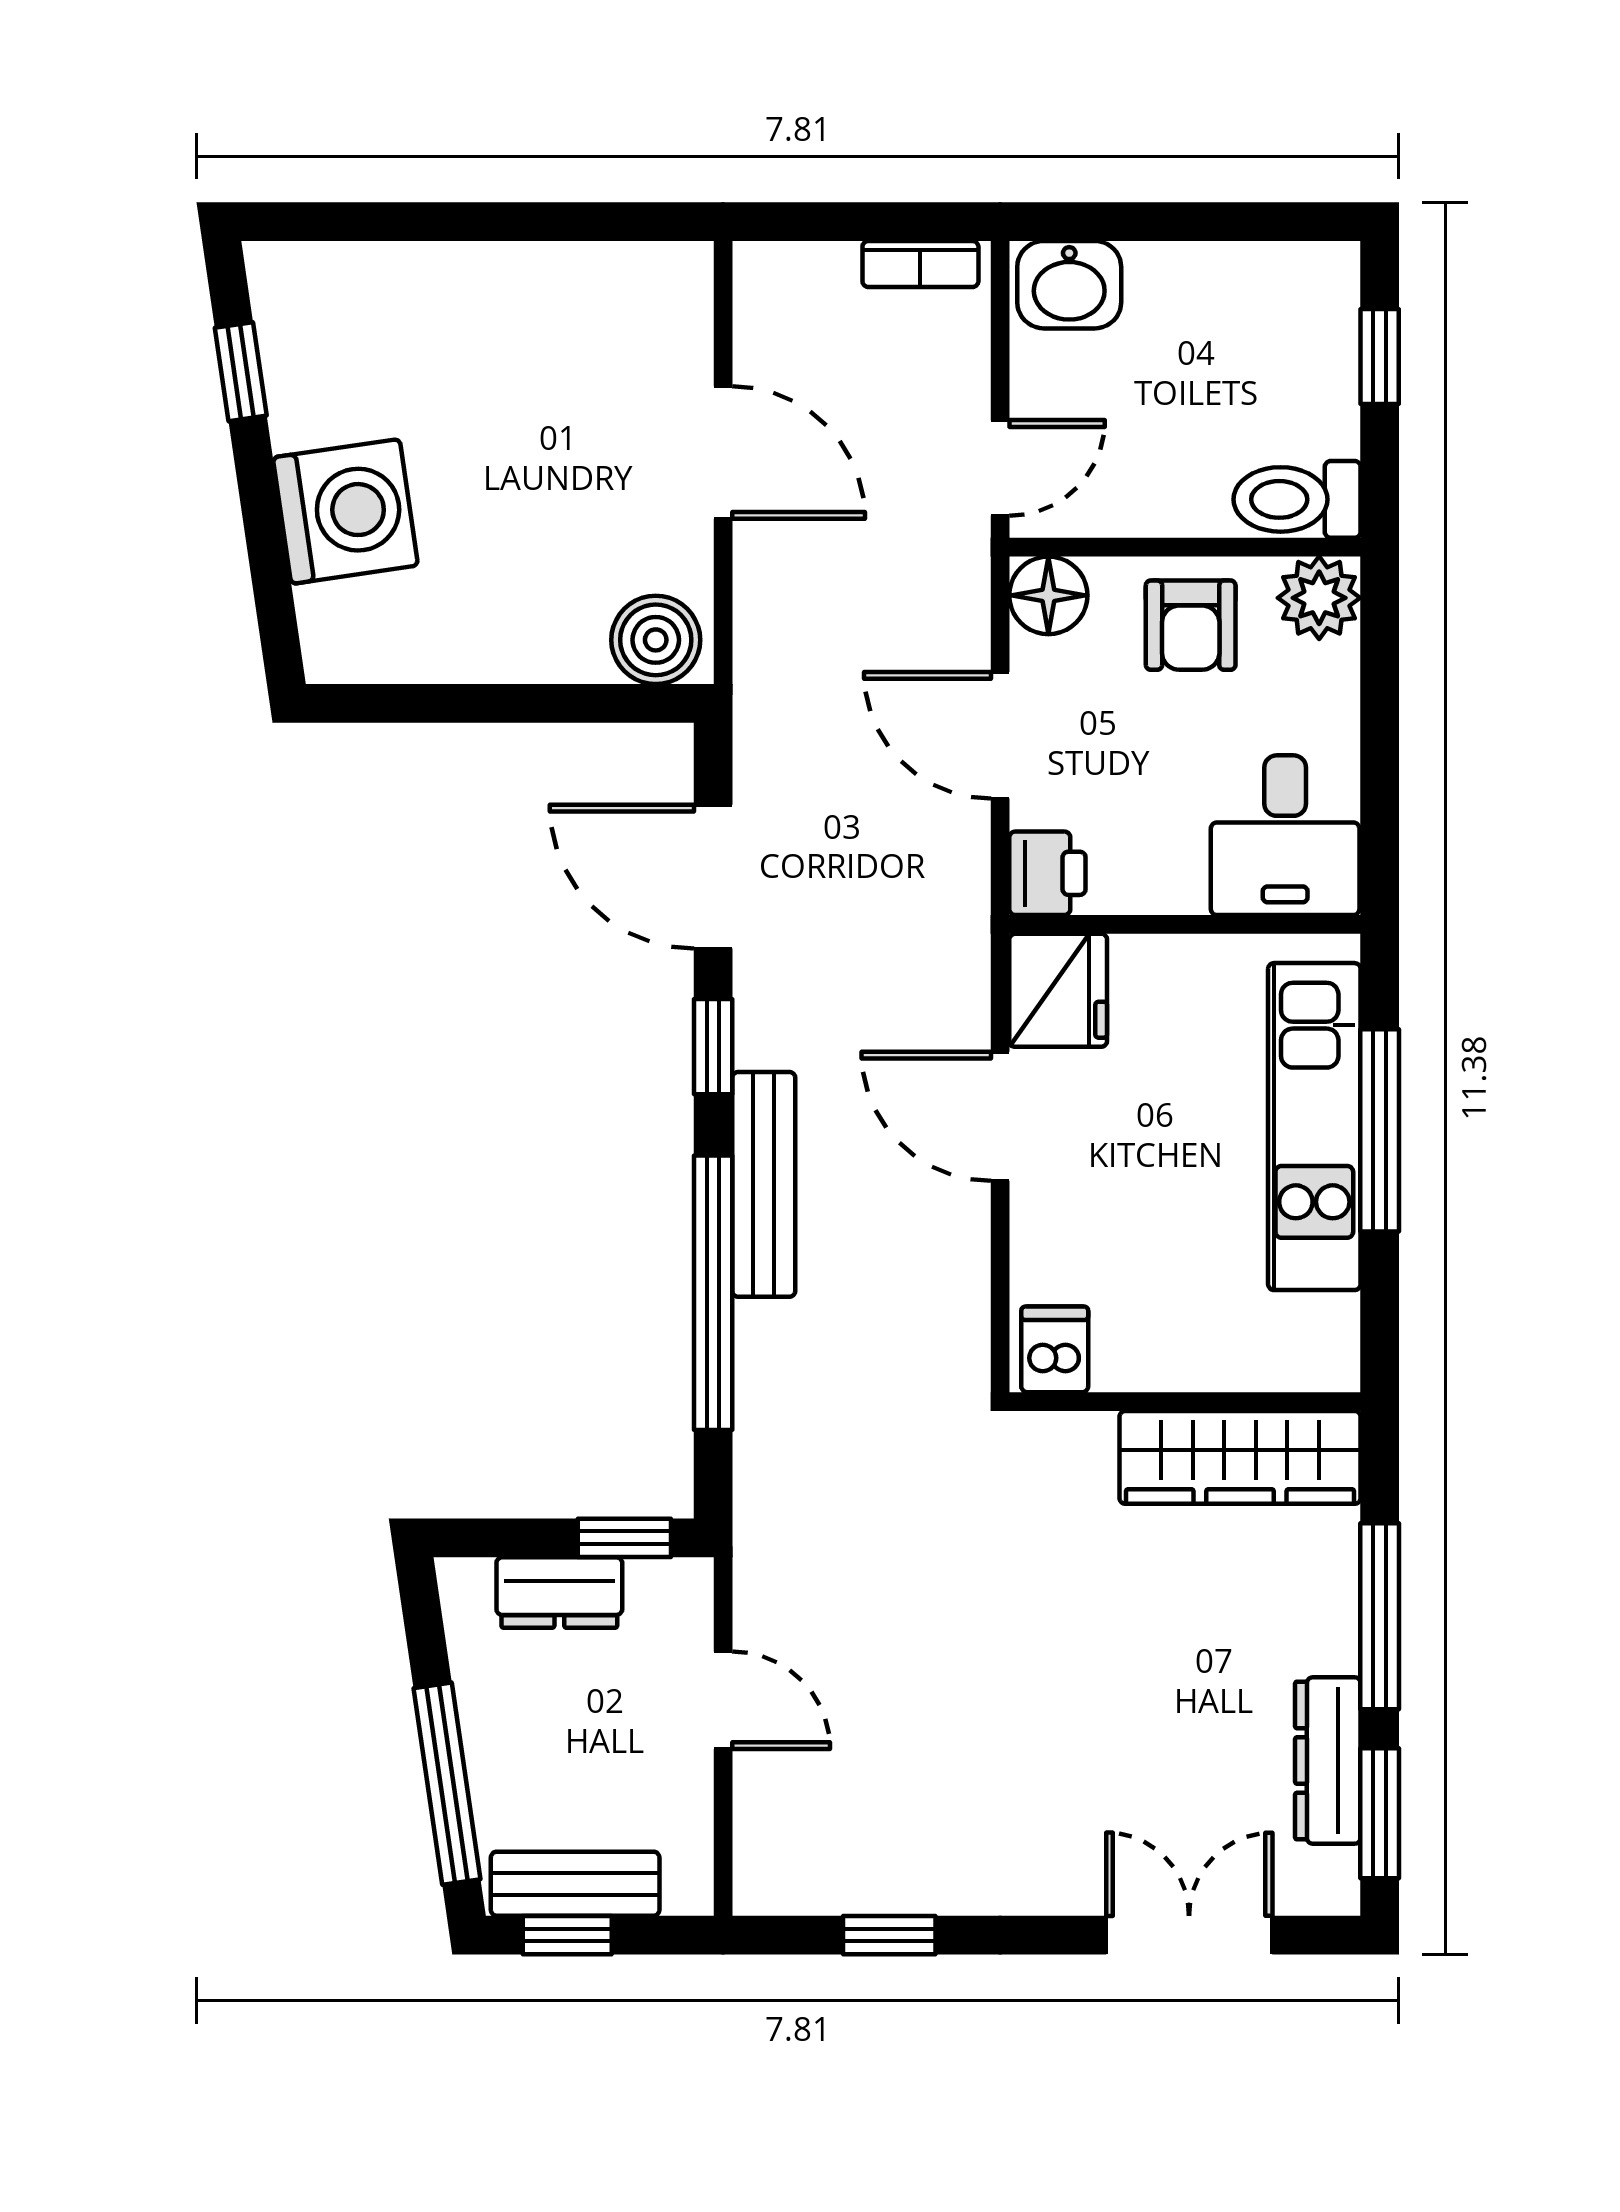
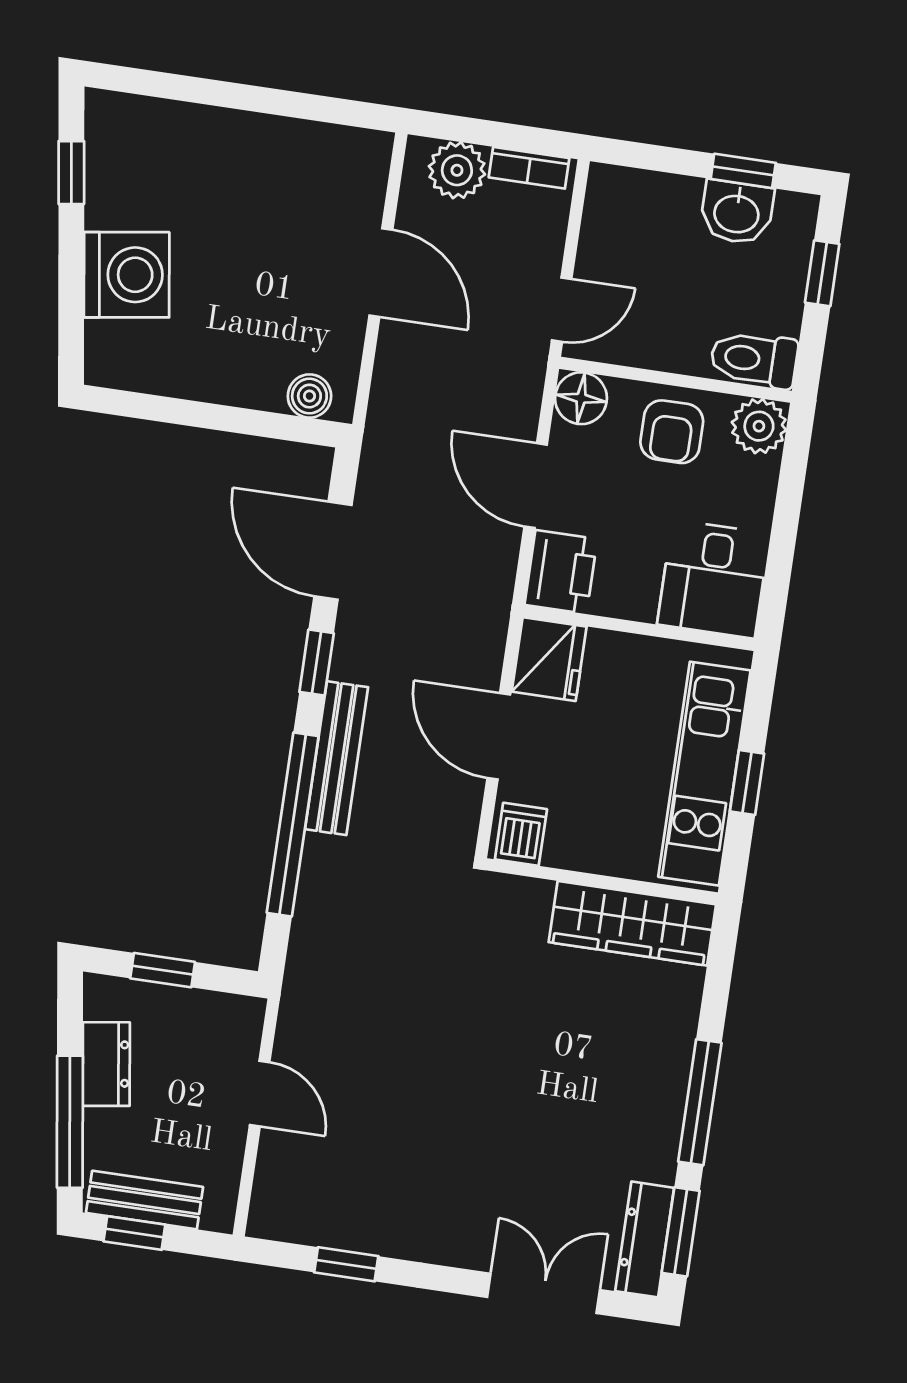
window: (1240, 222) -> (743, 171), added
plant: (814, 283) -> (457, 170), added
washbasin: (1069, 285) -> (737, 212), moved
boiler: (656, 640) -> (309, 396), width x0.73, depth x0.73
printer: (1047, 873) -> (561, 572), width x1.36, depth x1.24
window: (1380, 1130) -> (747, 782), width x0.46
dishwasher: (1055, 1349) -> (521, 834), moved
wall: (1185, 1402) -> (602, 881), moved
wardrobe: (1240, 1457) -> (632, 923), moved
window: (624, 1538) -> (163, 970), moved
dresser: (559, 1592) -> (106, 1064), moved, turned -98
dresser: (1328, 1760) -> (645, 1239), moved

